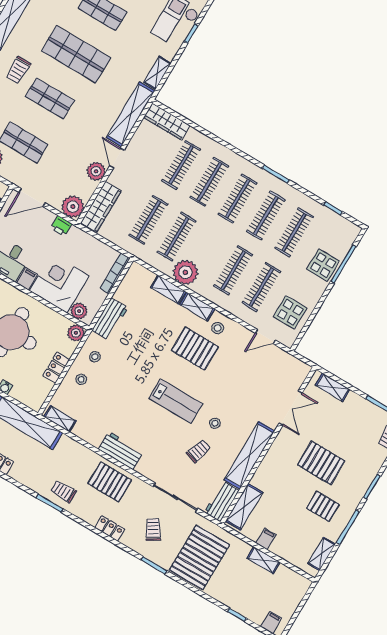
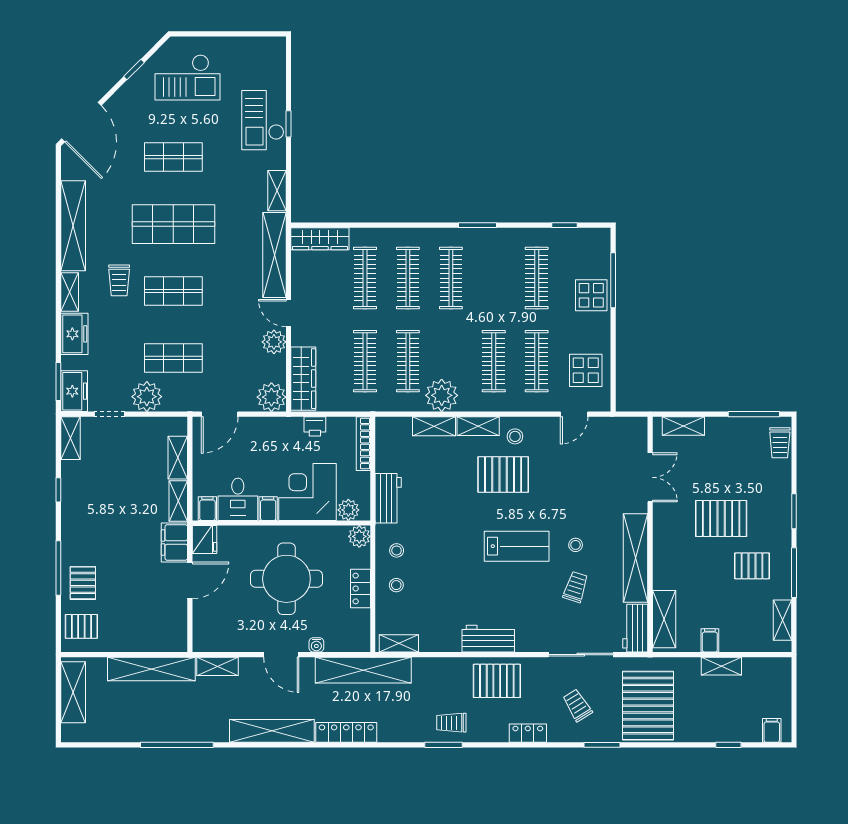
clothes rail: (266, 216) -> (494, 278), removed
printer: (61, 226) -> (315, 426), moved

